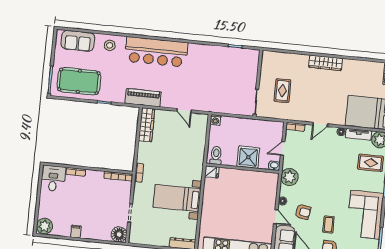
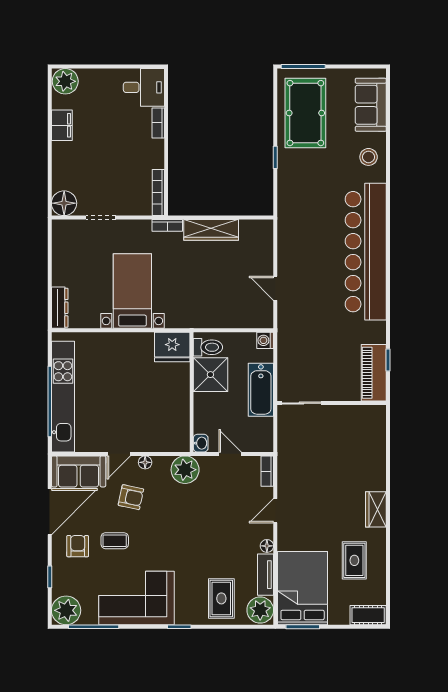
bar counter: (156, 52) -> (366, 252), width x1.36
wardrobe: (326, 63) -> (376, 509), width x0.67
rug: (282, 91) -> (354, 560), moved, turned 90
piano: (143, 98) -> (374, 373), moved, turned 180
door: (184, 111) -> (275, 288), hinge flipped
door: (320, 124) -> (275, 511), hinge flipped
wardrobe: (147, 125) -> (211, 230), moved
bathtub: (245, 126) -> (261, 390), added
shower: (248, 157) -> (210, 375), moved
fridge: (212, 172) -> (172, 347), width x1.88, depth x1.34
armchair: (303, 212) -> (131, 497), turned -87
filing cabinet: (76, 231) -> (62, 125), width x2.00

